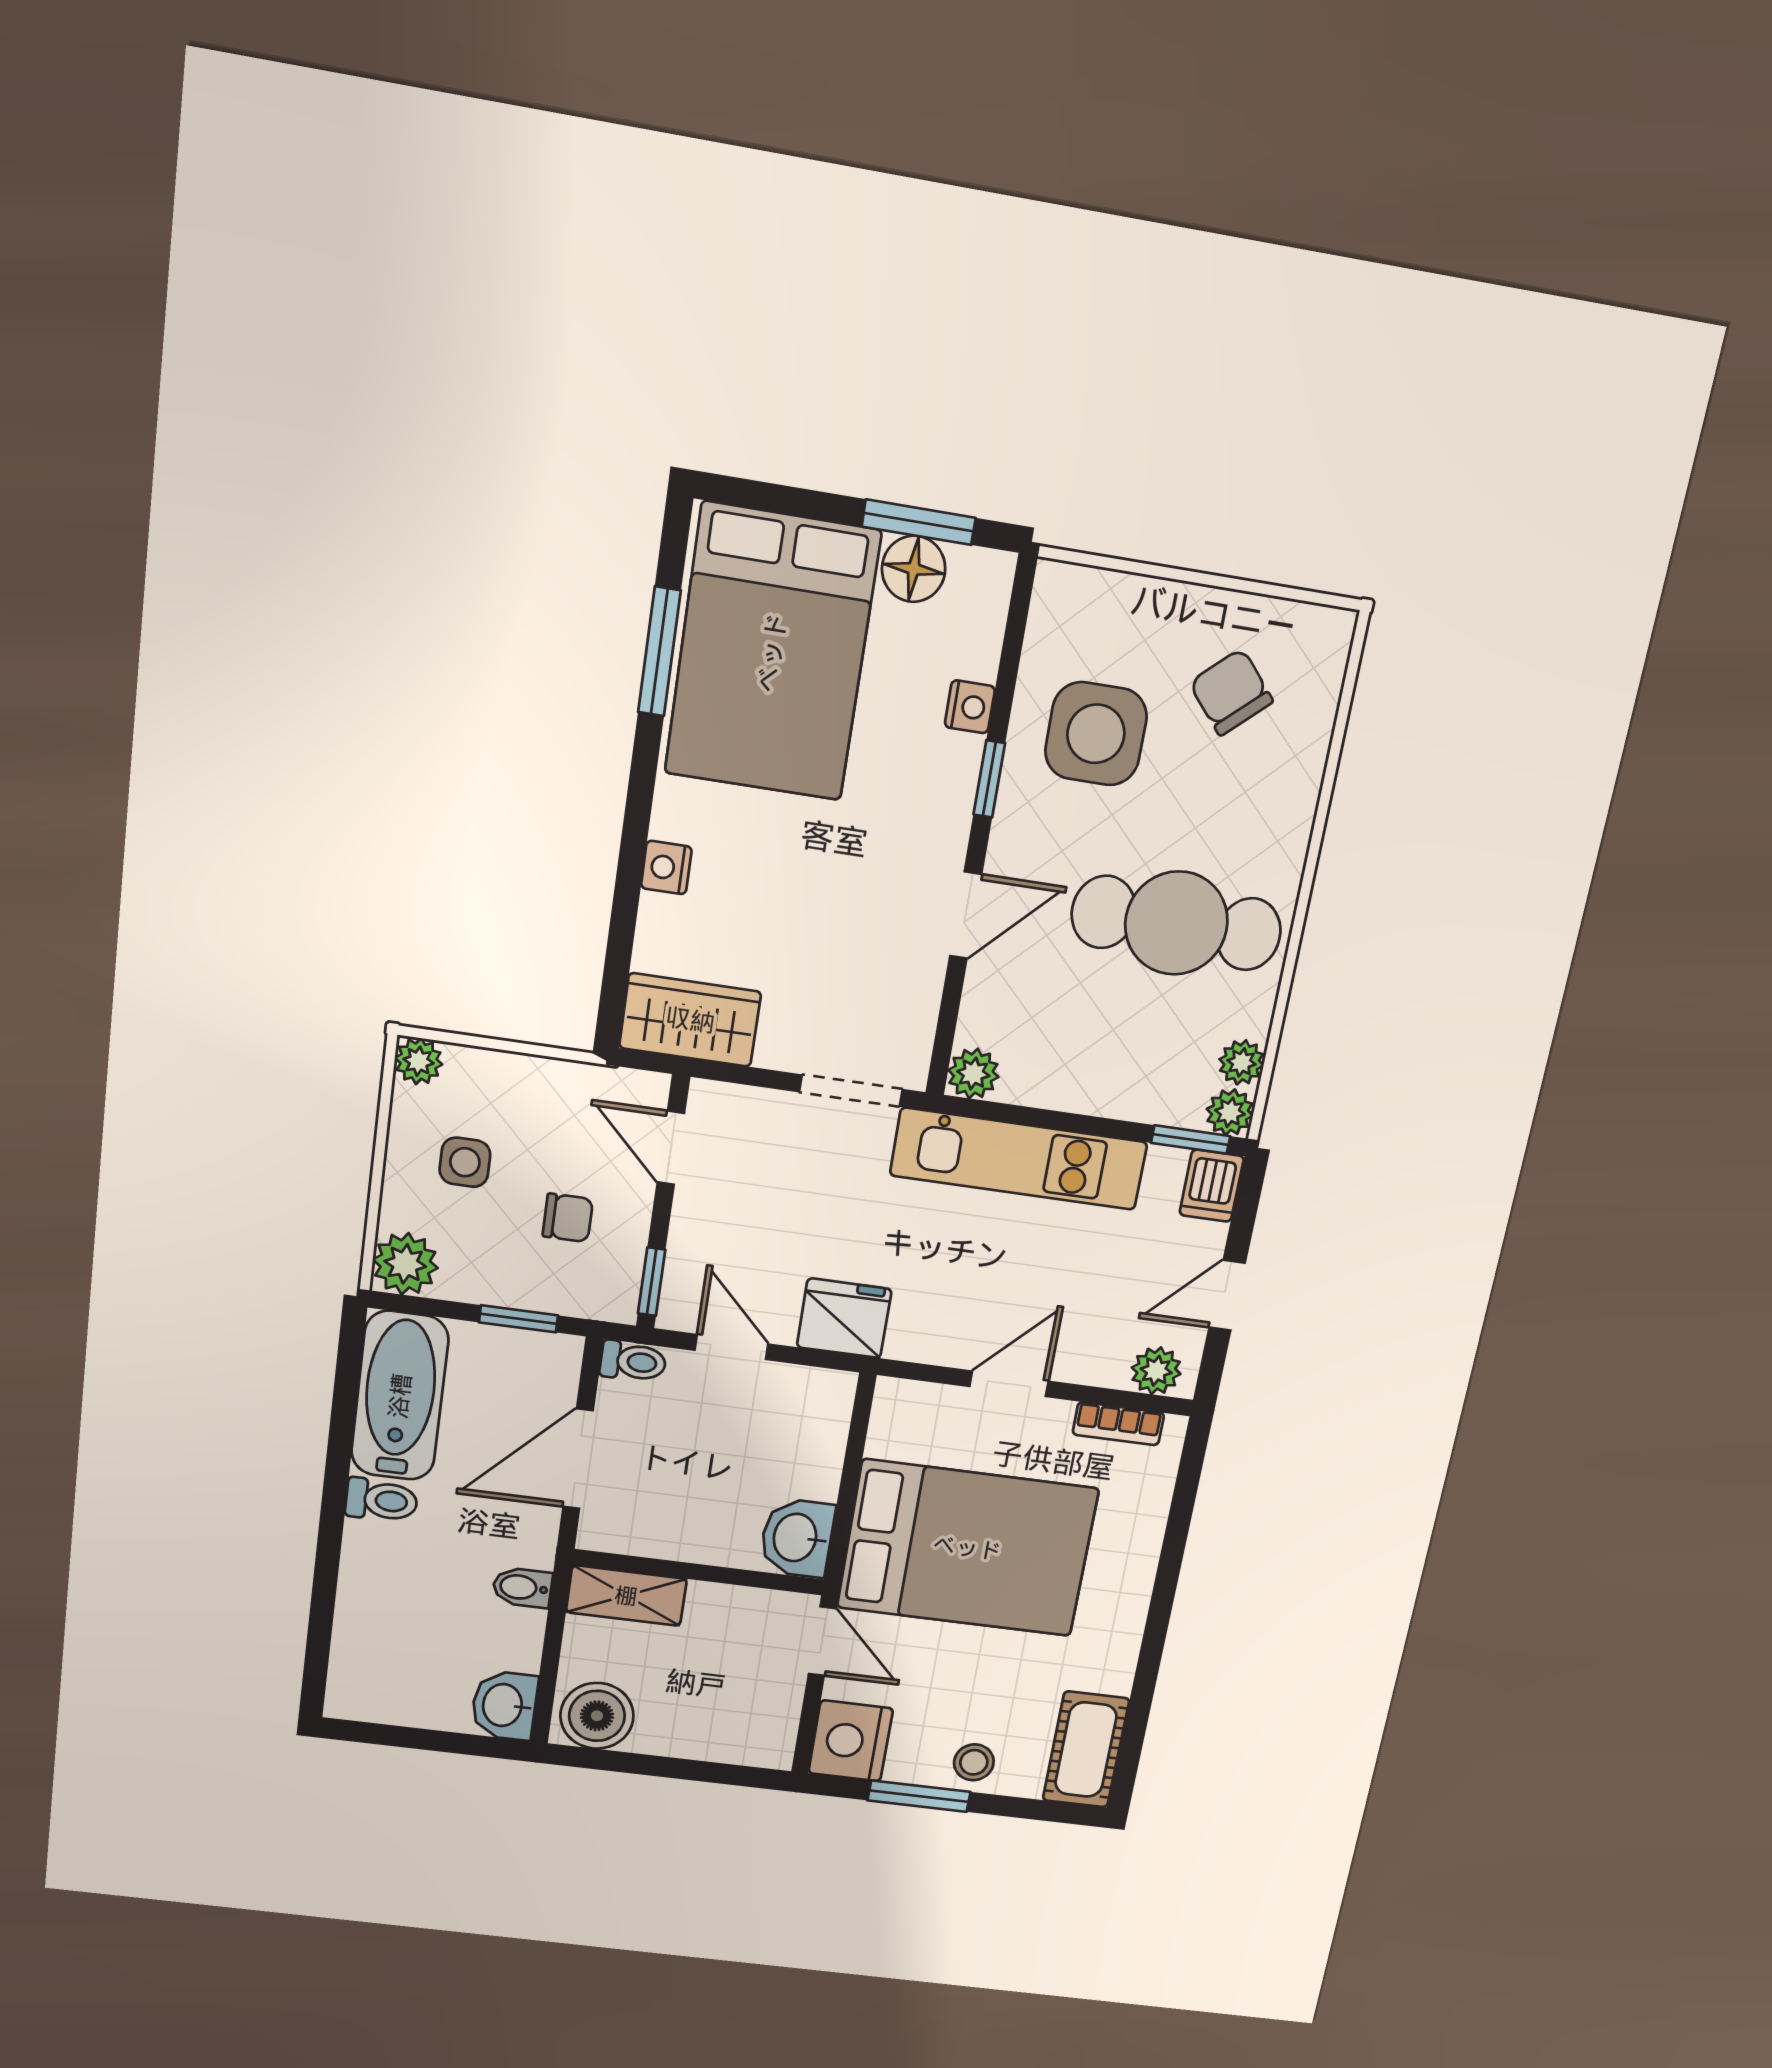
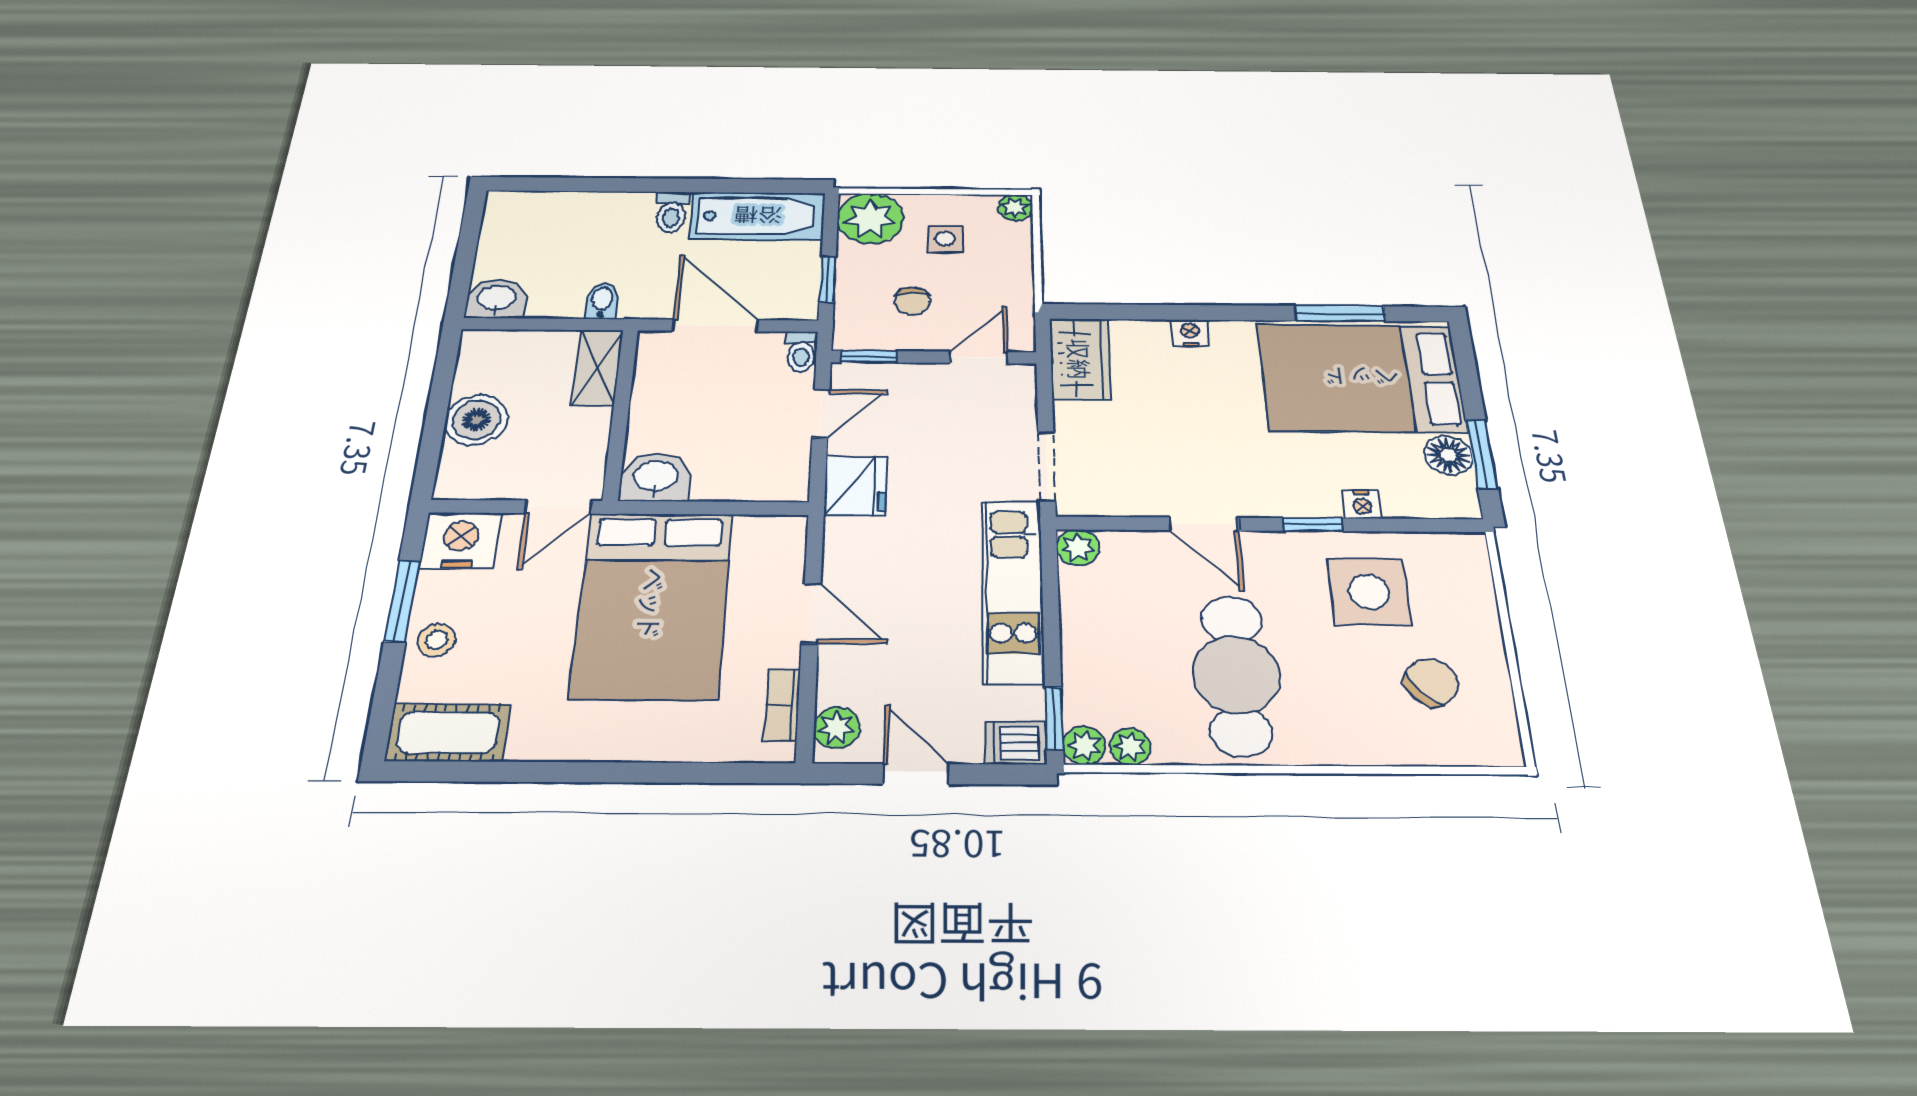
plant: (405, 1264) -> (870, 218), width x1.36, depth x1.36
boiler: (597, 1716) -> (476, 420), moved

